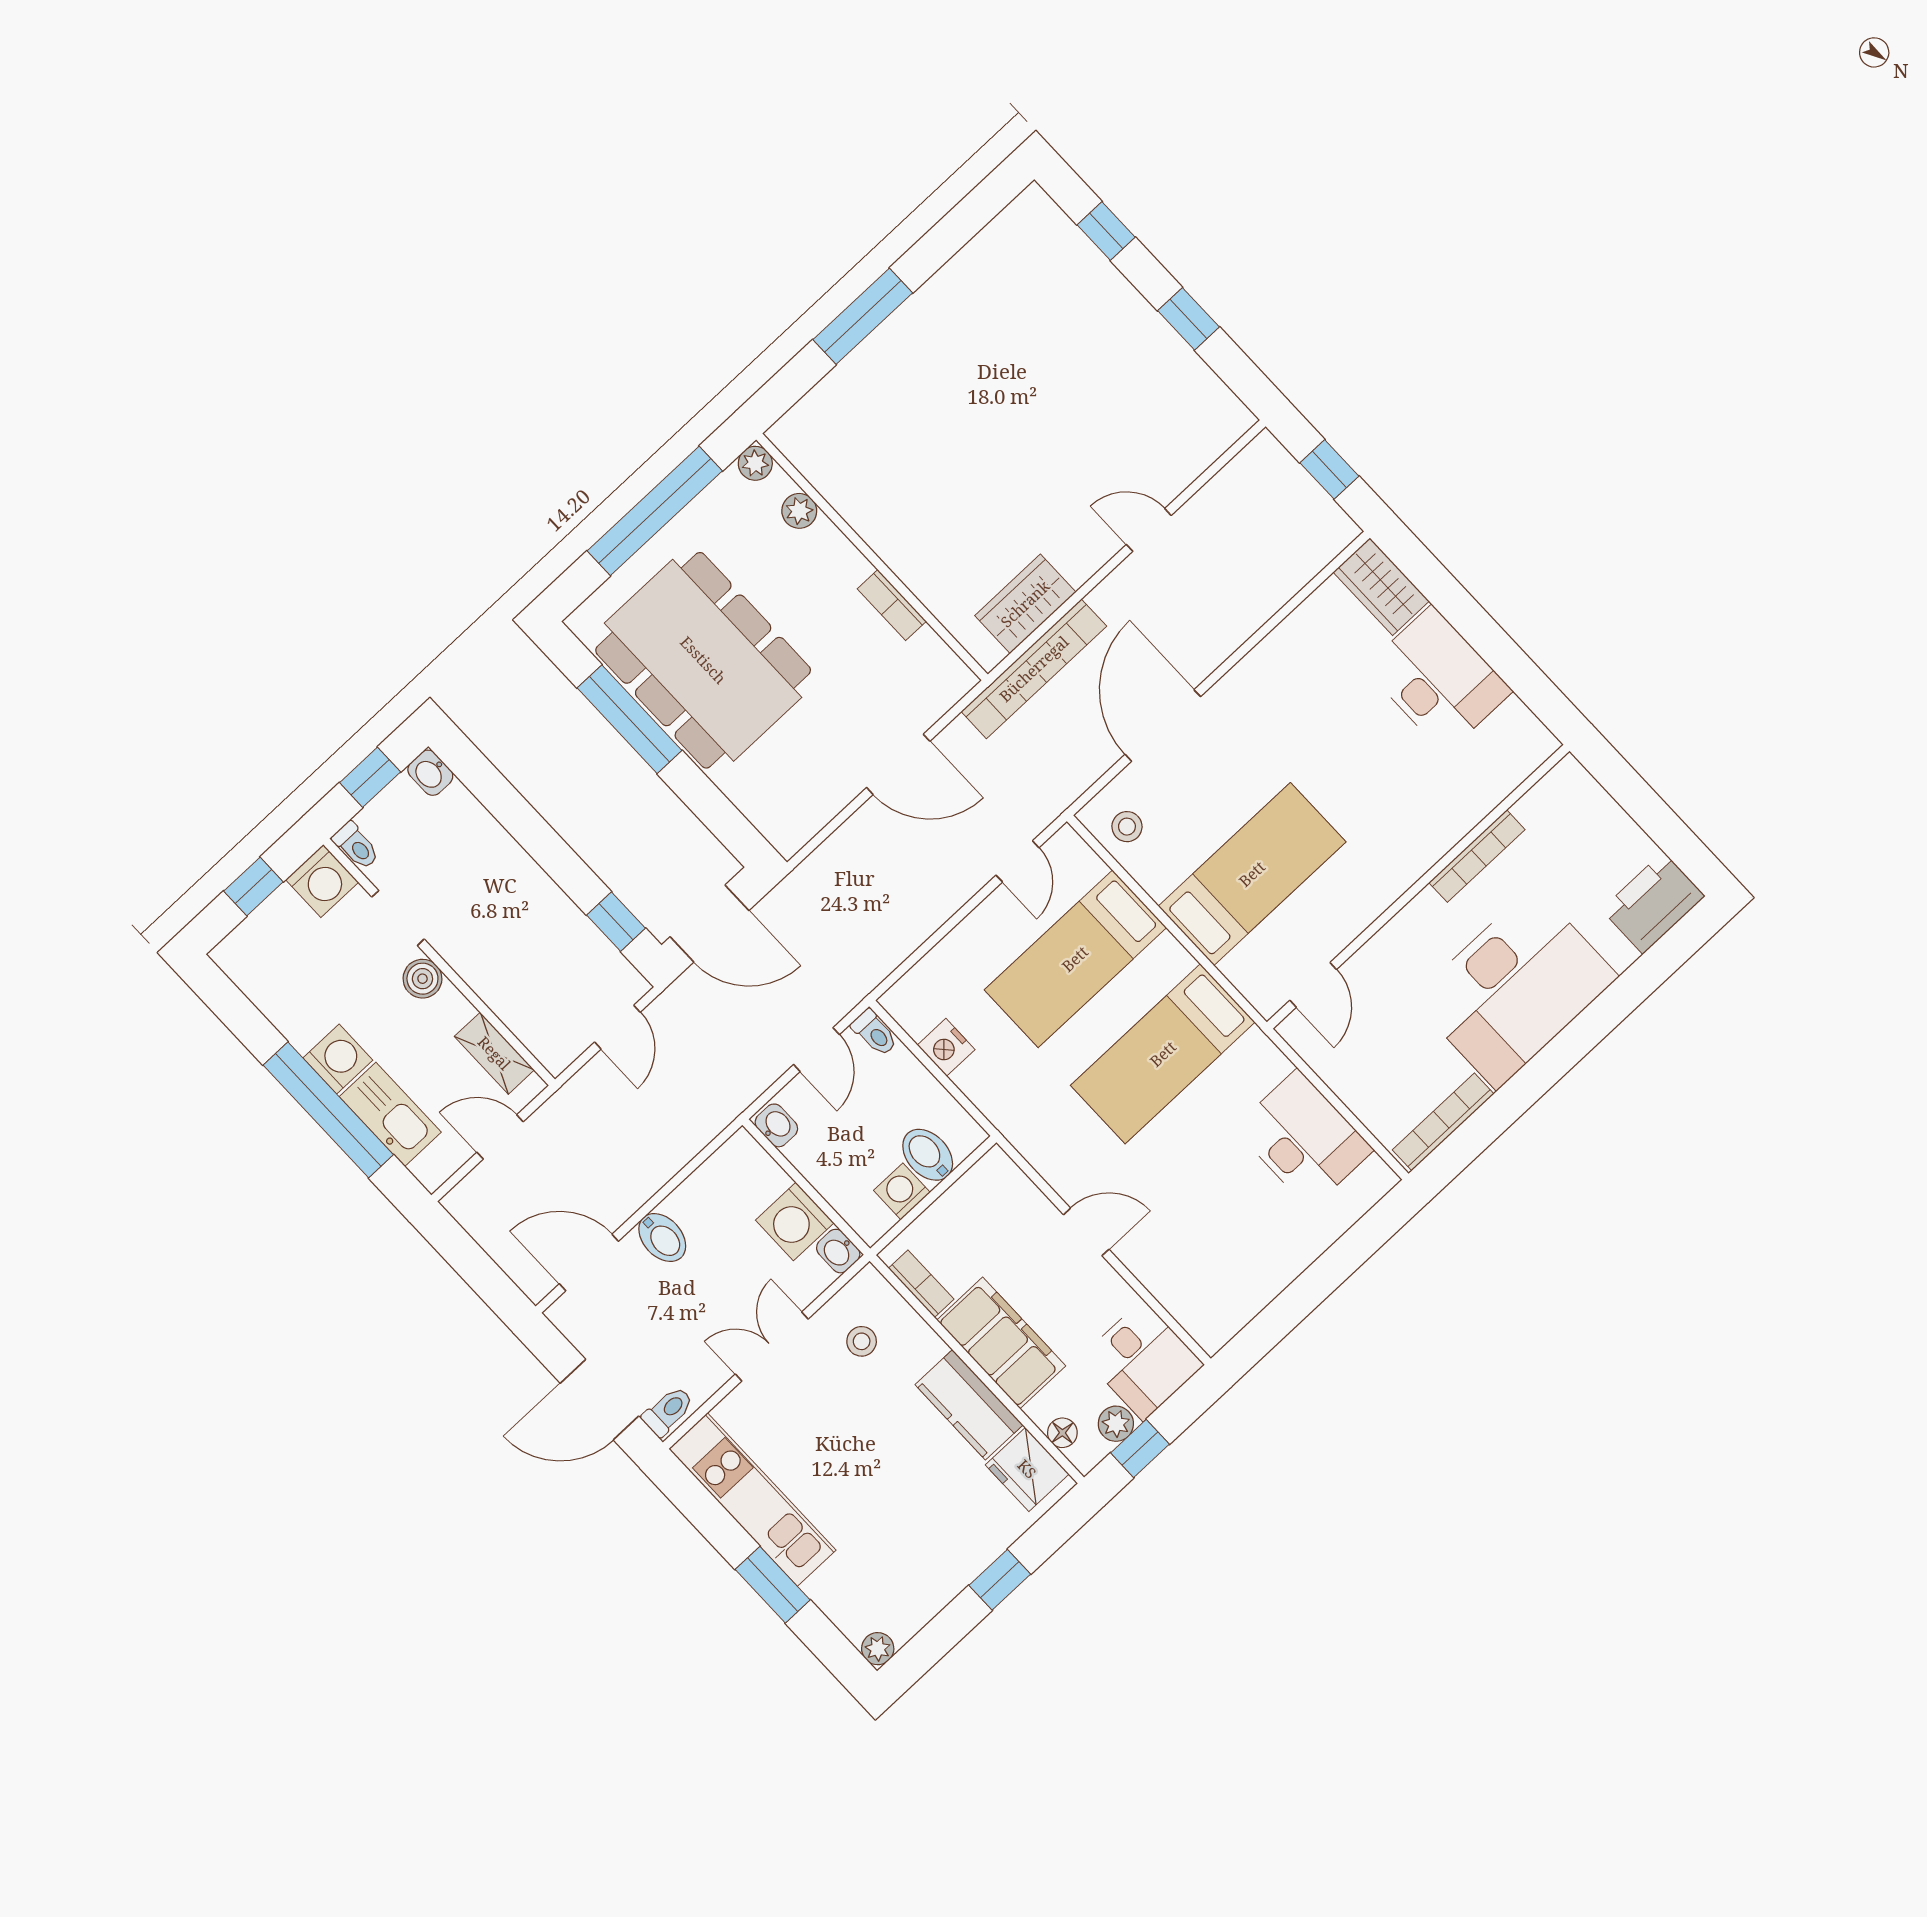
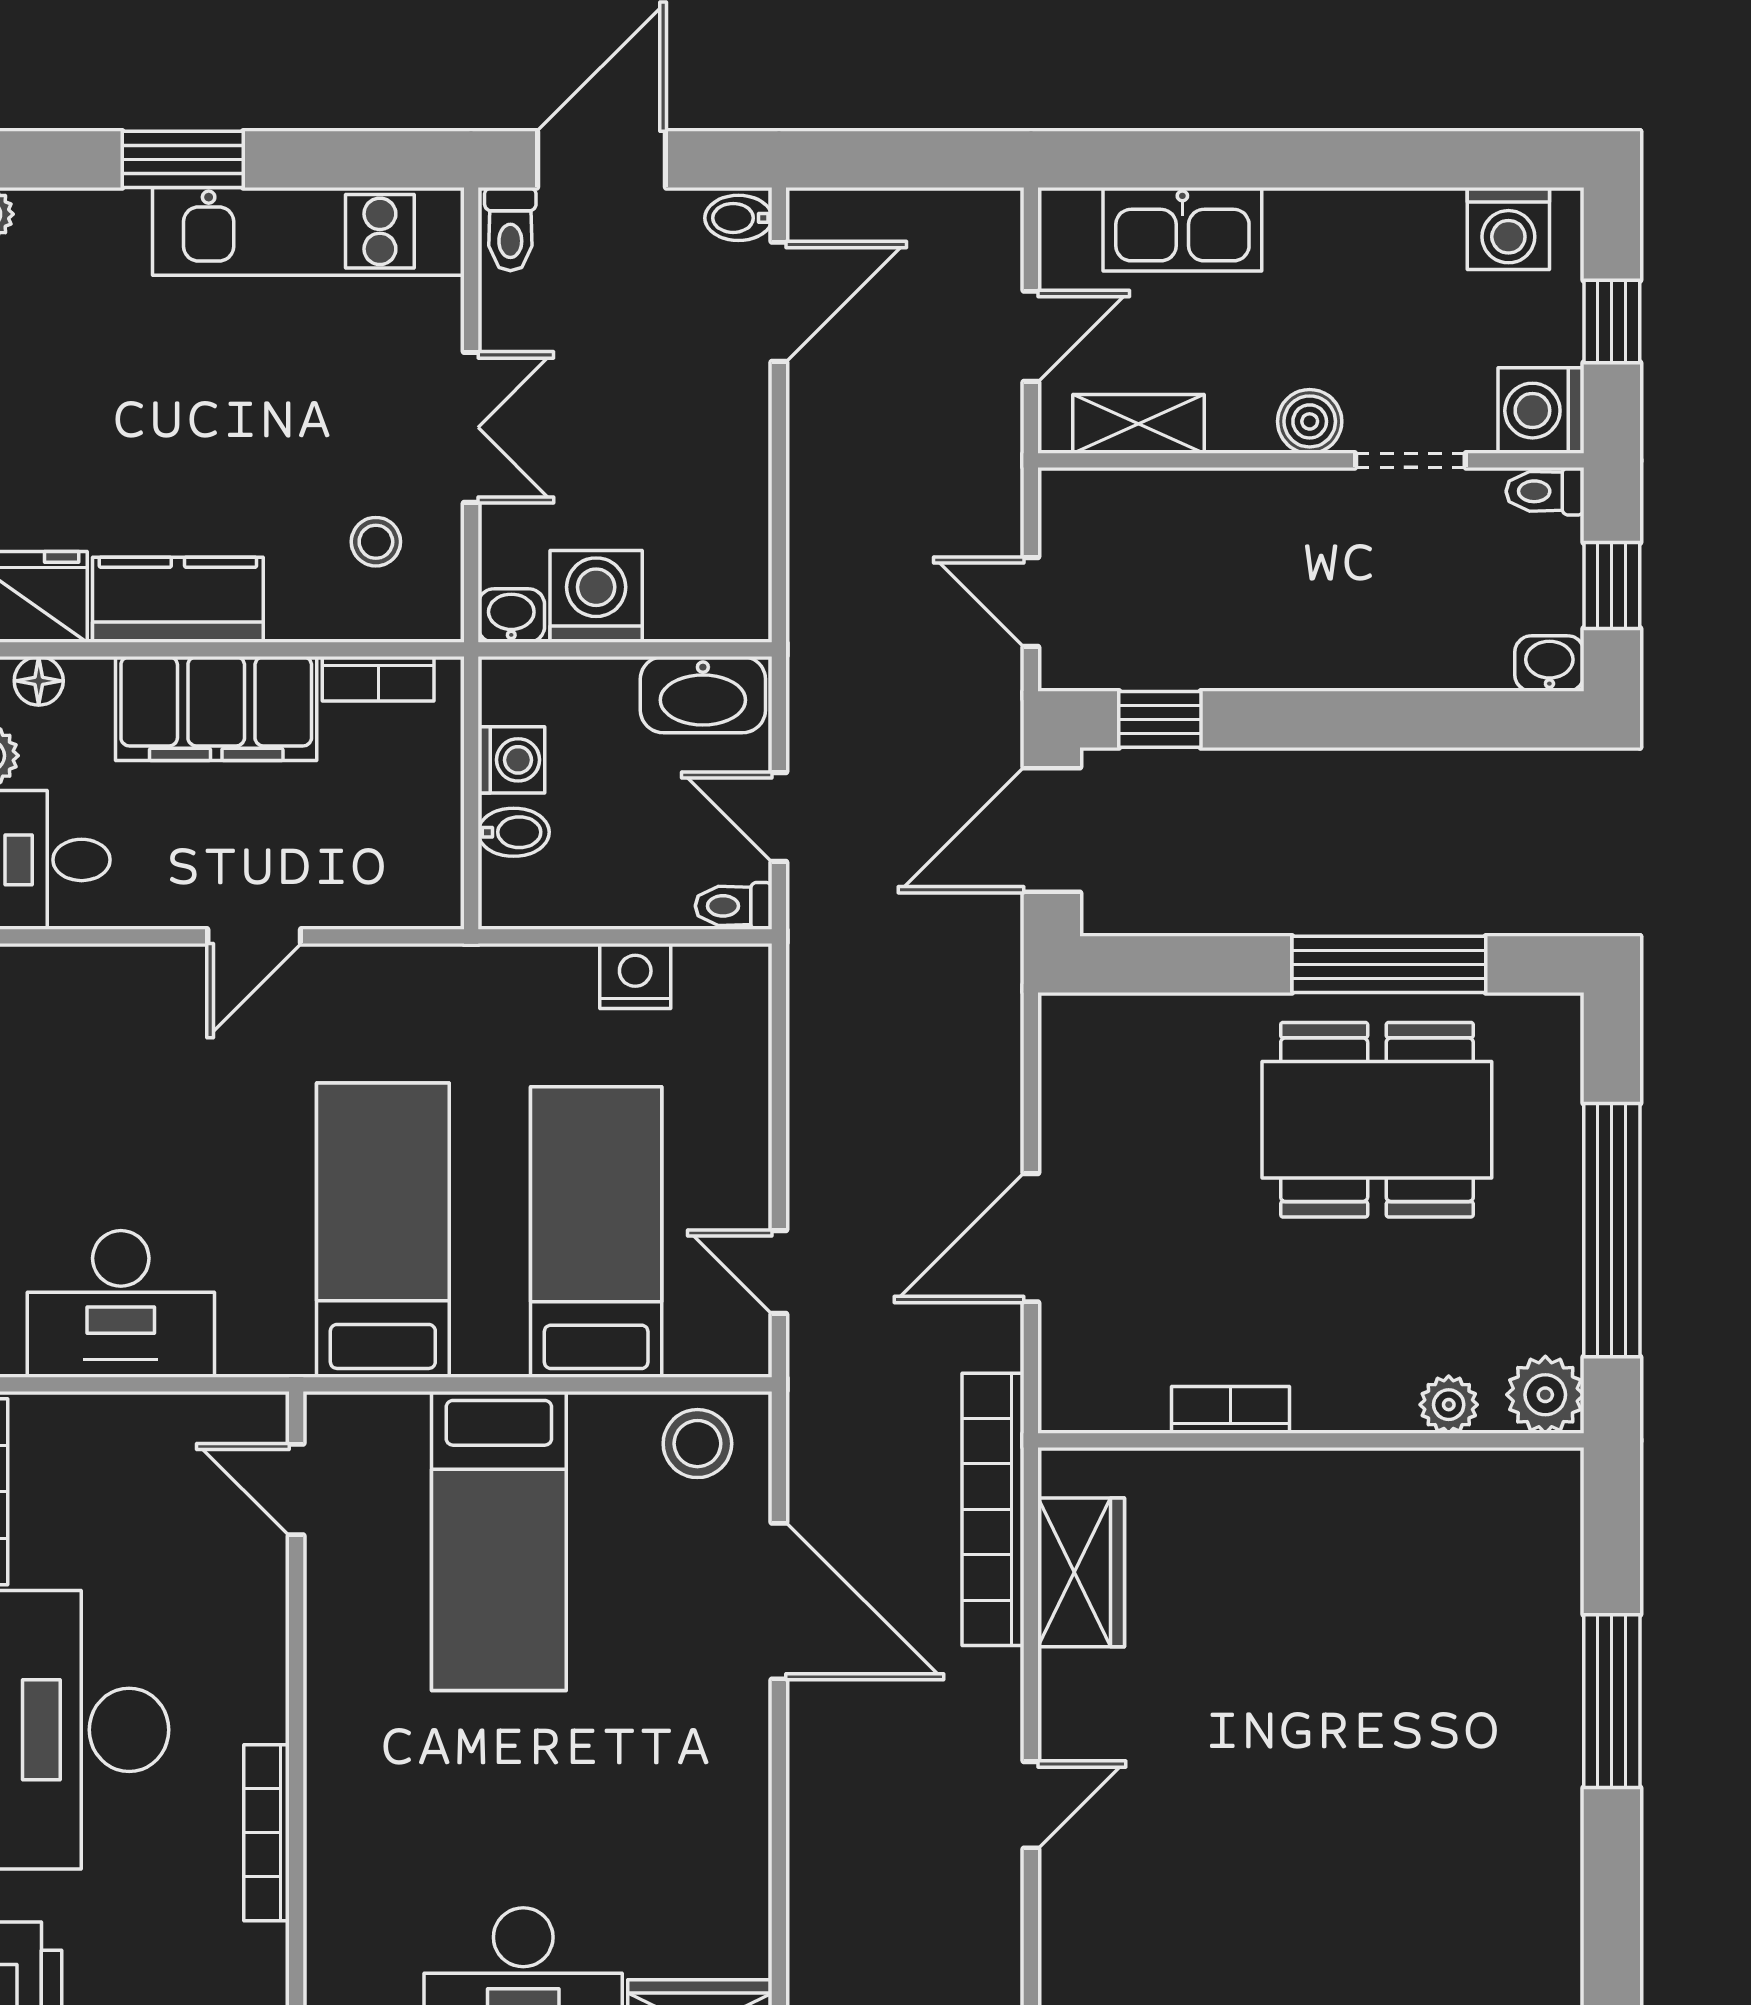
plant: (755, 463) -> (1545, 1395), width x1.38, depth x1.38
dining table: (703, 660) -> (1377, 1120), width x0.73, depth x0.80
stool: (1127, 827) -> (697, 1444), width x1.37, depth x1.37
washing machine: (338, 1059) -> (1508, 229), moved
window: (328, 1110) -> (1258, 159), removed
washbasin: (776, 1125) -> (703, 695), width x1.91, depth x1.45
bidet: (928, 1155) -> (514, 832), width x0.72, depth x0.74
bidet: (662, 1237) -> (738, 218), moved, width x0.72, depth x0.74

